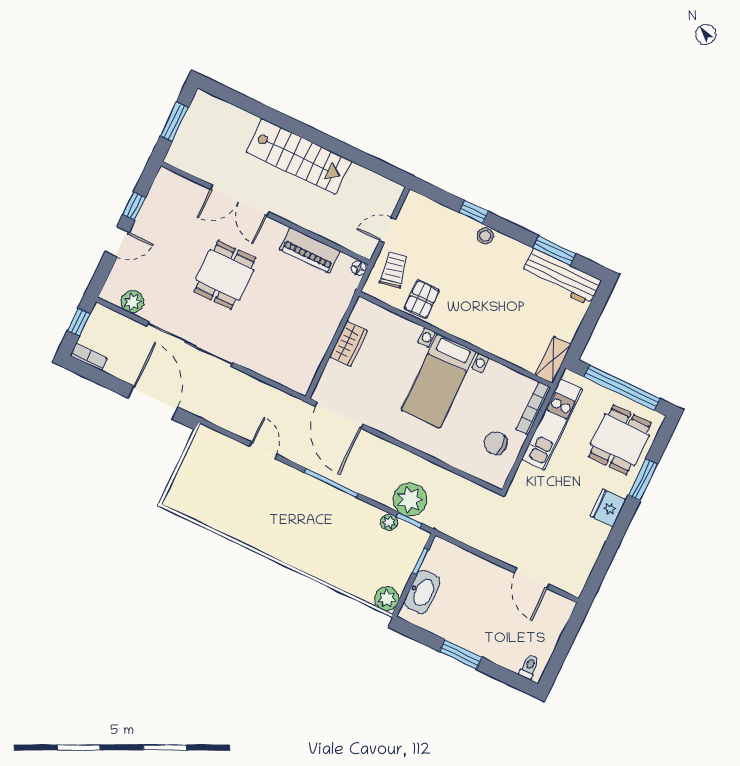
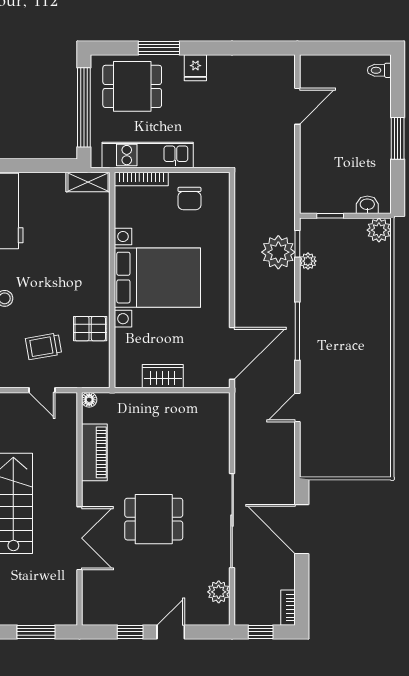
door: (117, 242) -> (171, 632), hinge flipped
trolley: (394, 270) -> (44, 346), moved
bed with nightstands: (439, 381) -> (157, 278), width x1.36
door: (153, 403) -> (302, 529), hinge flipped
fridge: (608, 508) -> (195, 68), width x0.72
washbasin: (422, 592) -> (367, 205), width x0.52, depth x0.69

